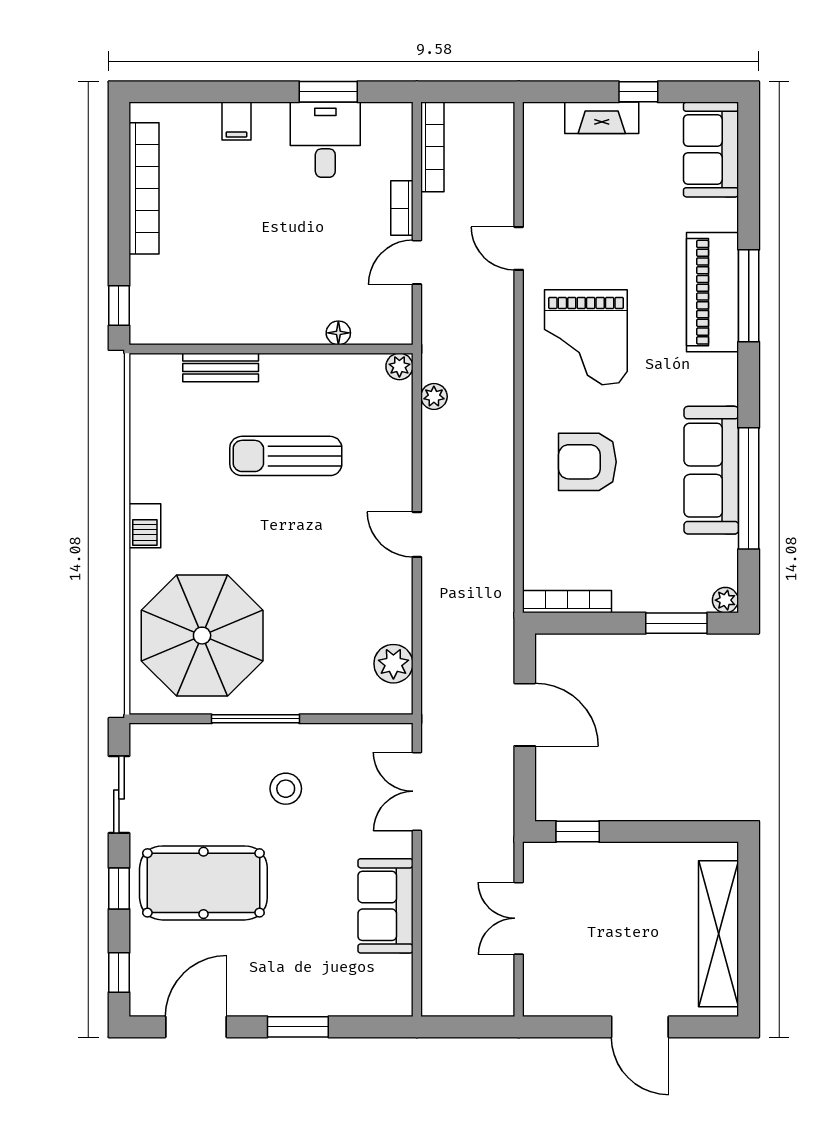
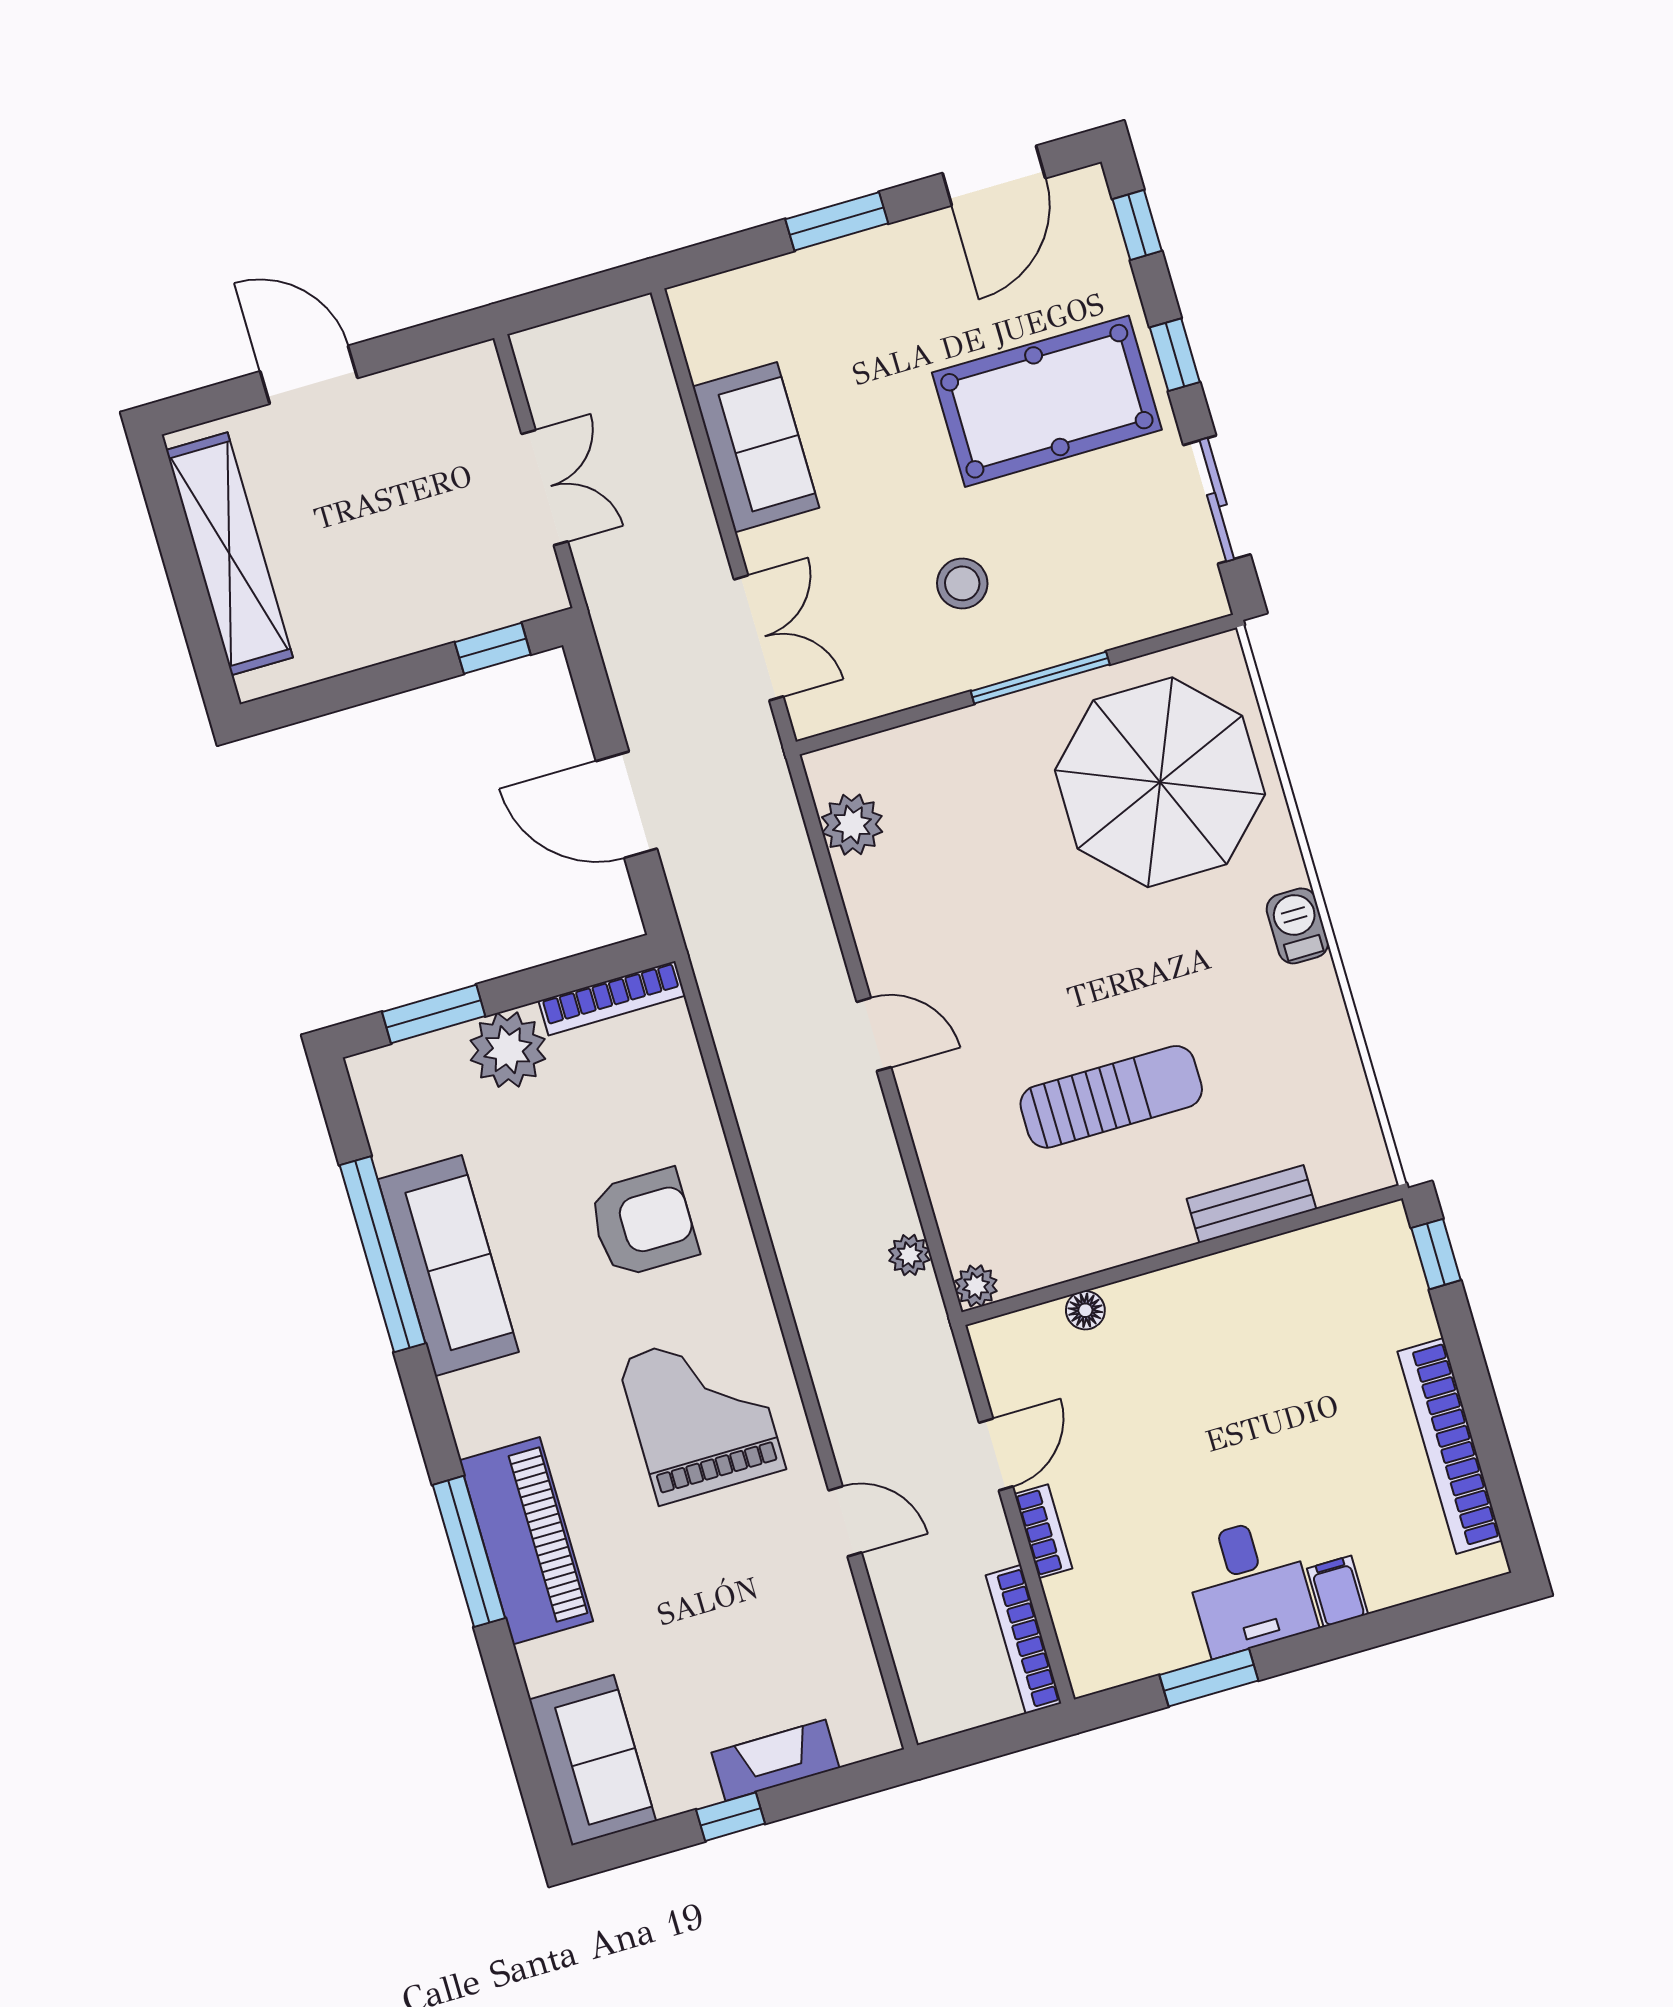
desk: (325, 140) -> (1249, 1586), moved
plant: (725, 600) -> (508, 1050), moved, width x1.87, depth x1.87

